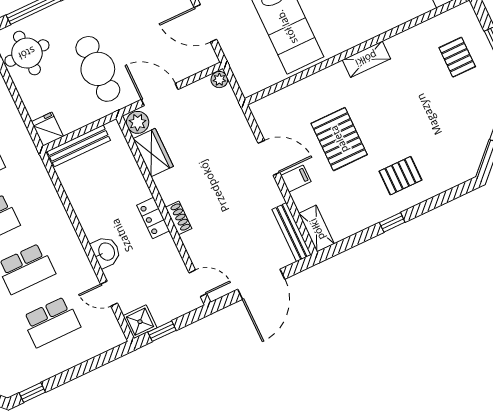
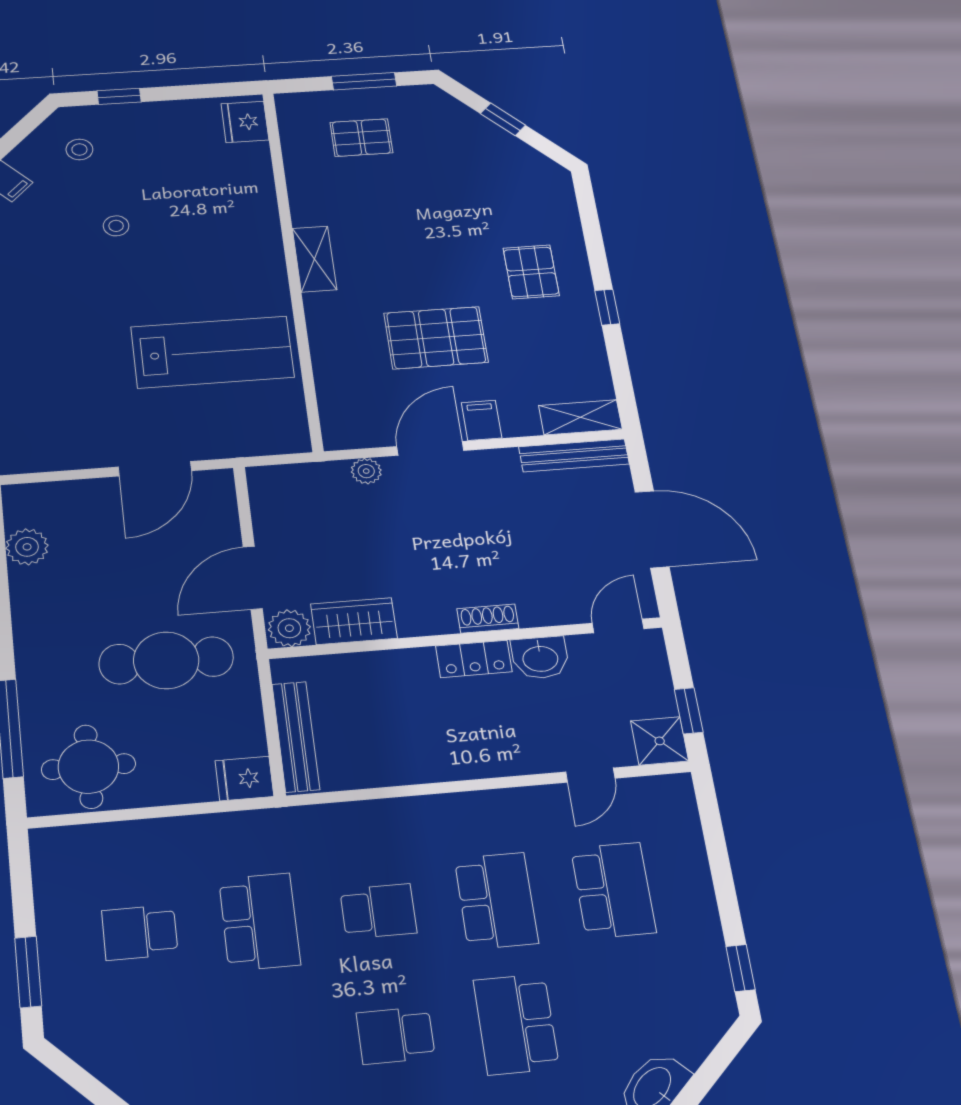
plant: (219, 80) -> (366, 471), moved
washbasin: (106, 252) -> (540, 658), moved, turned 180

